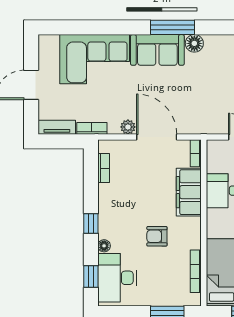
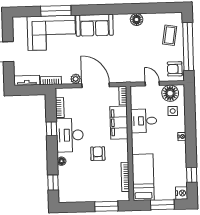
window: (173, 27) -> (56, 11), moved
floor lamp: (194, 43) -> (137, 20), moved
window: (91, 224) -> (51, 129), moved
armchair: (157, 236) -> (98, 154), turned 90
desk: (117, 278) -> (70, 135), moved

